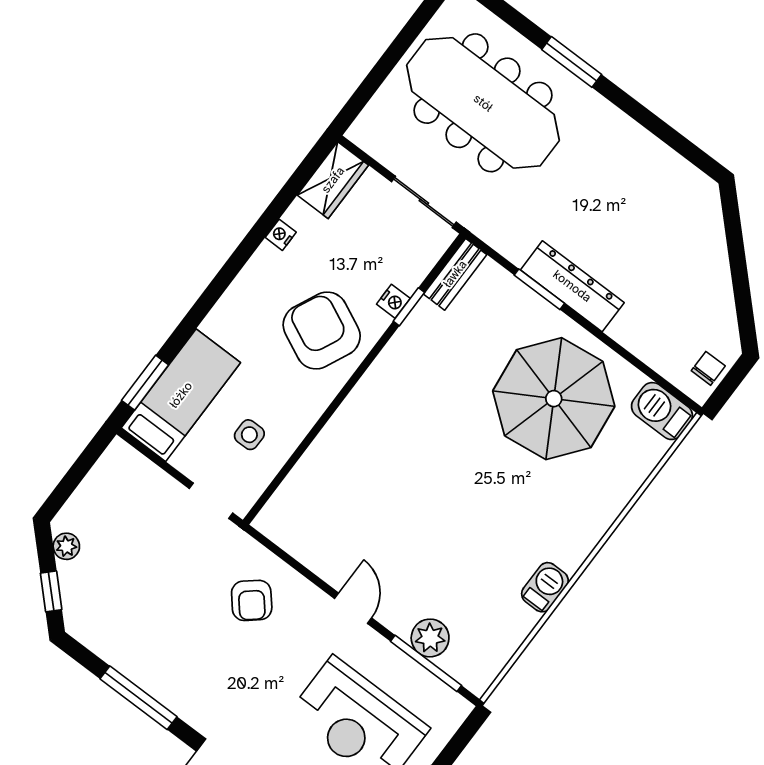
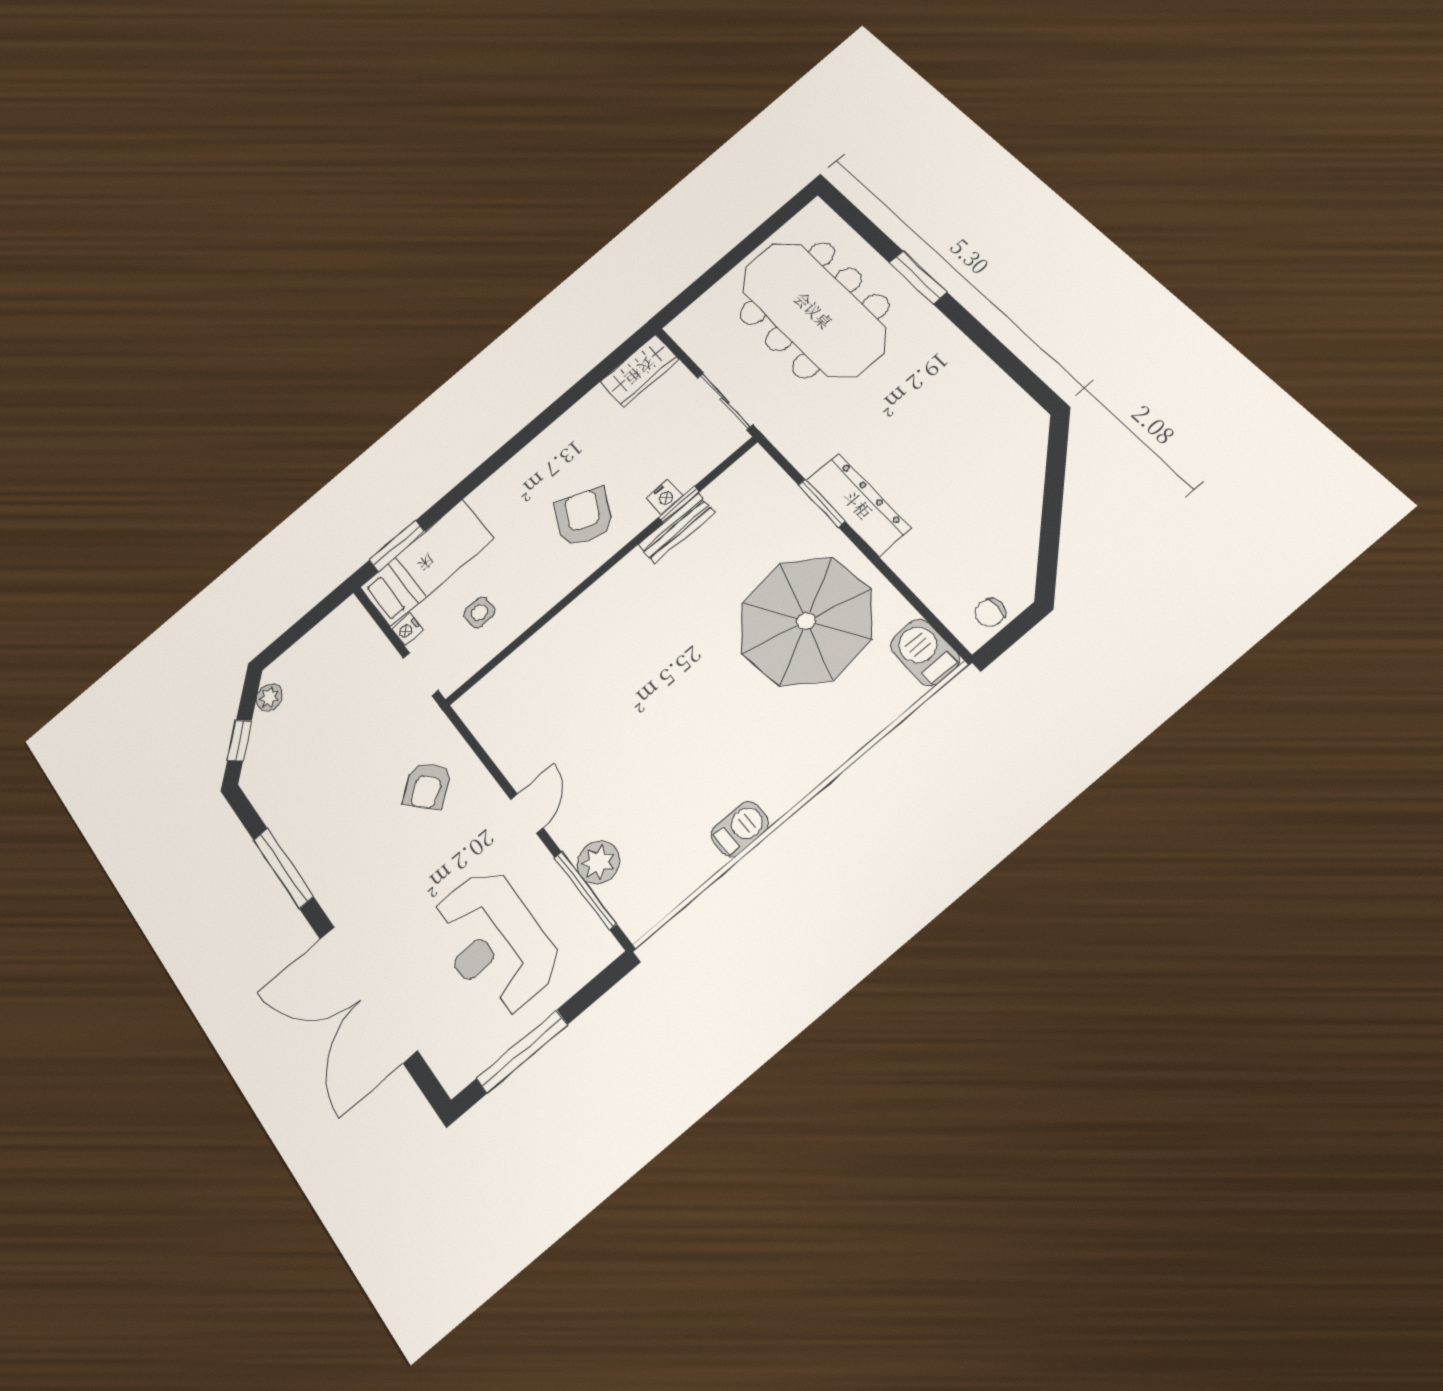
nightstand: (281, 235) -> (407, 630), moved, turned -90
bench: (455, 274) -> (676, 529), moved
armchair: (322, 331) -> (584, 517), width x0.73, depth x0.73
chair: (708, 368) -> (990, 613), turned 180

